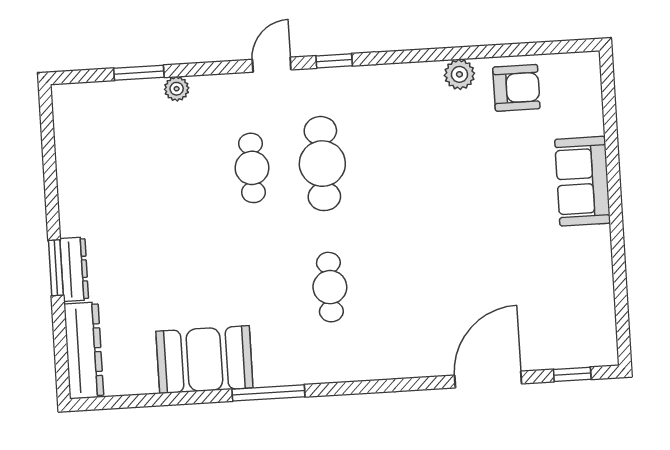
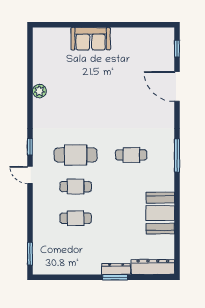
window: (139, 73) -> (30, 254), moved
armchair: (516, 88) -> (47, 66), removed
plant: (177, 89) -> (38, 218), removed
cafe table: (182, 172) -> (76, 218), added
window: (268, 393) -> (177, 155), moved

